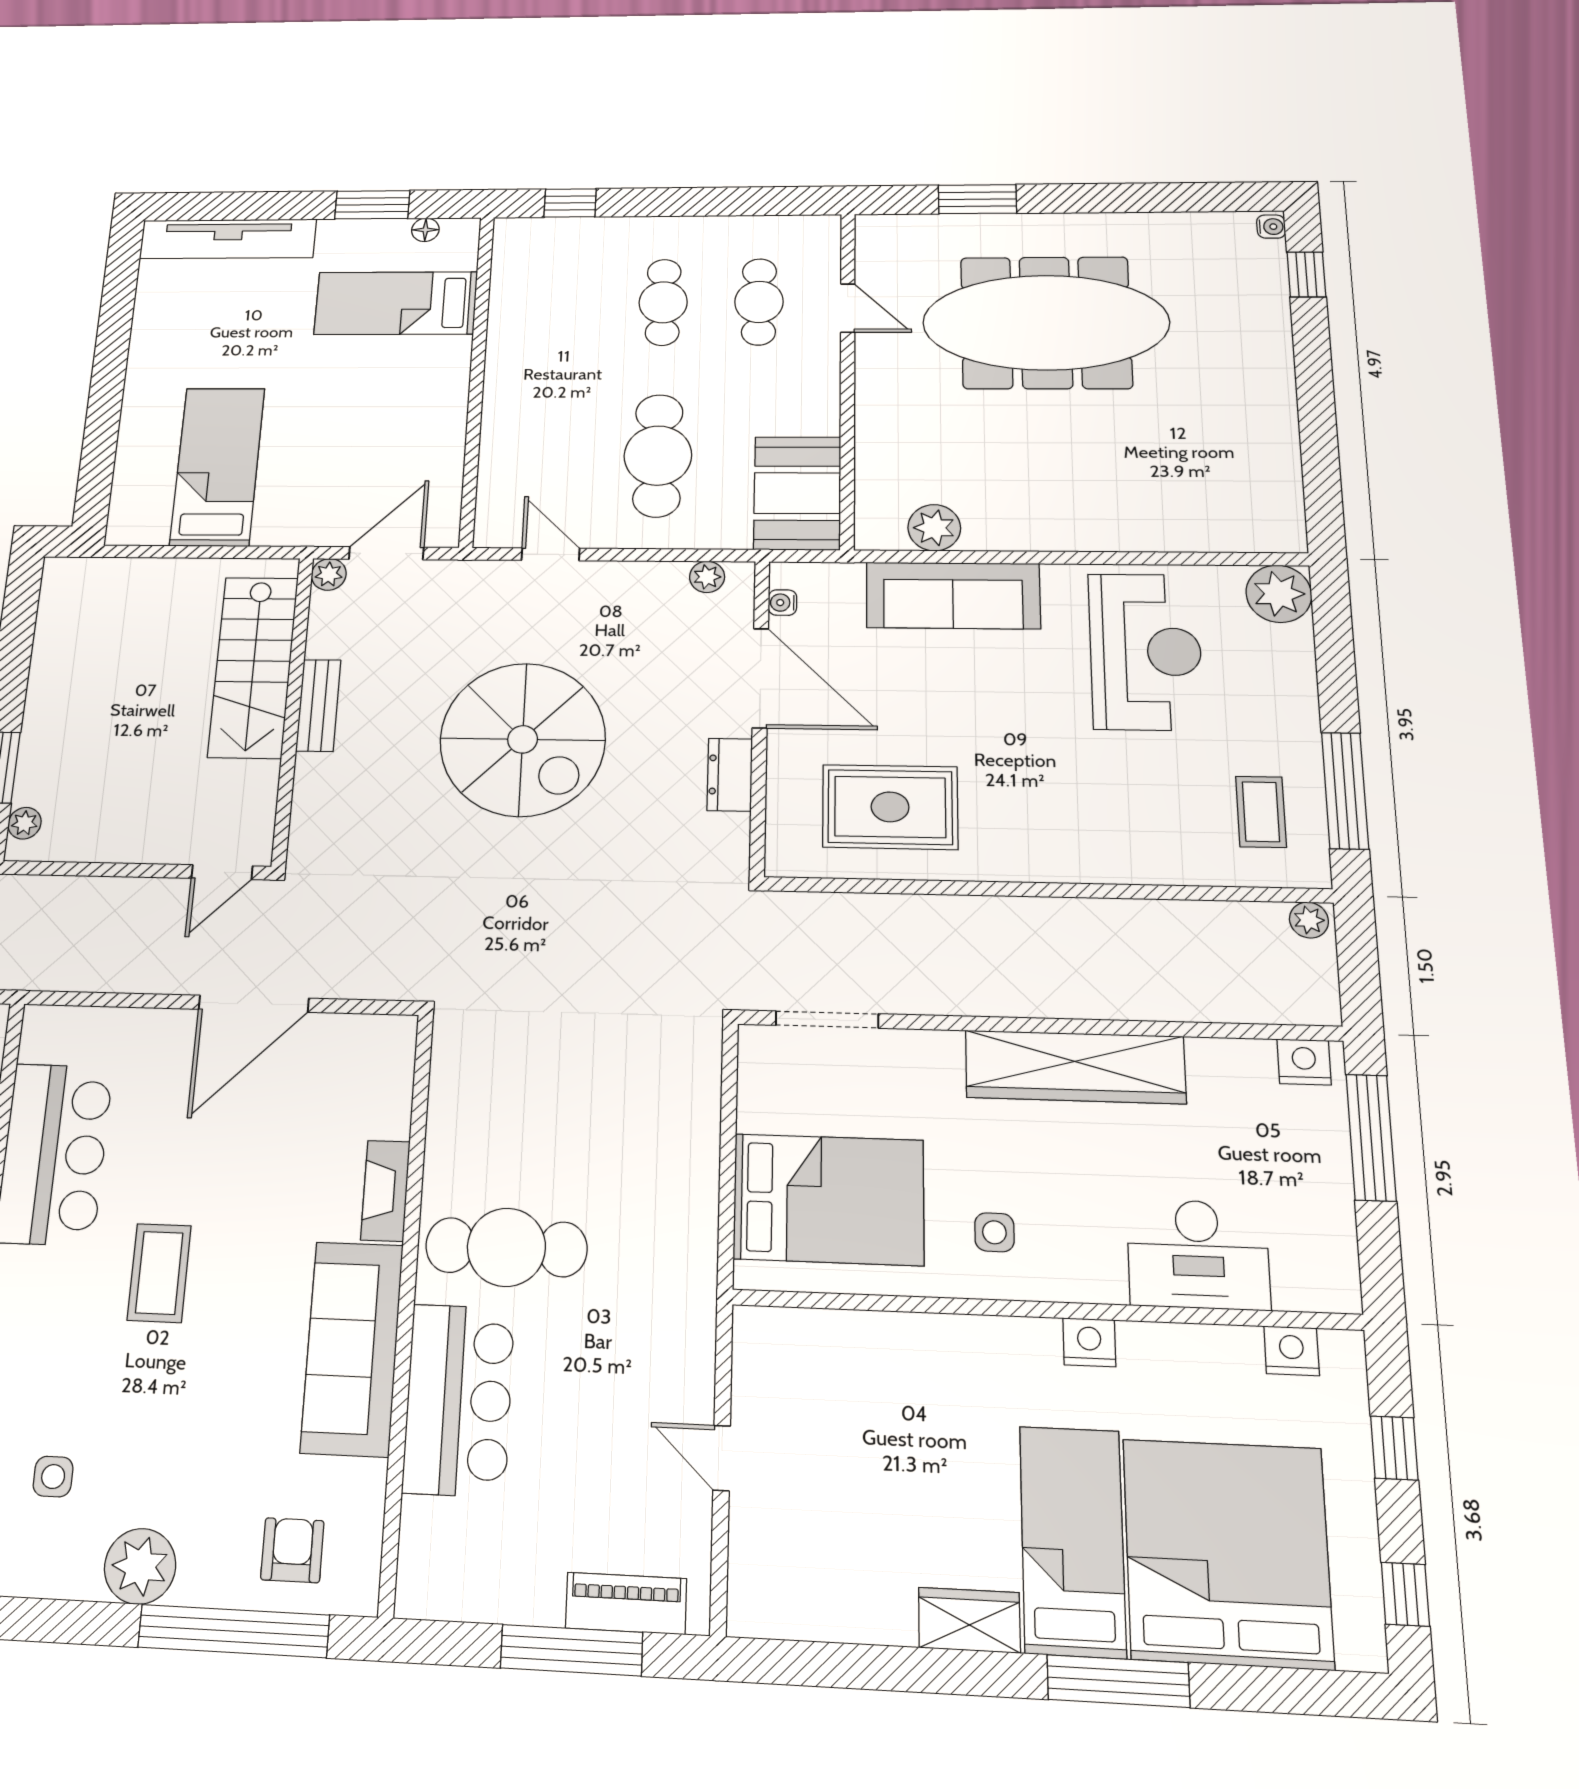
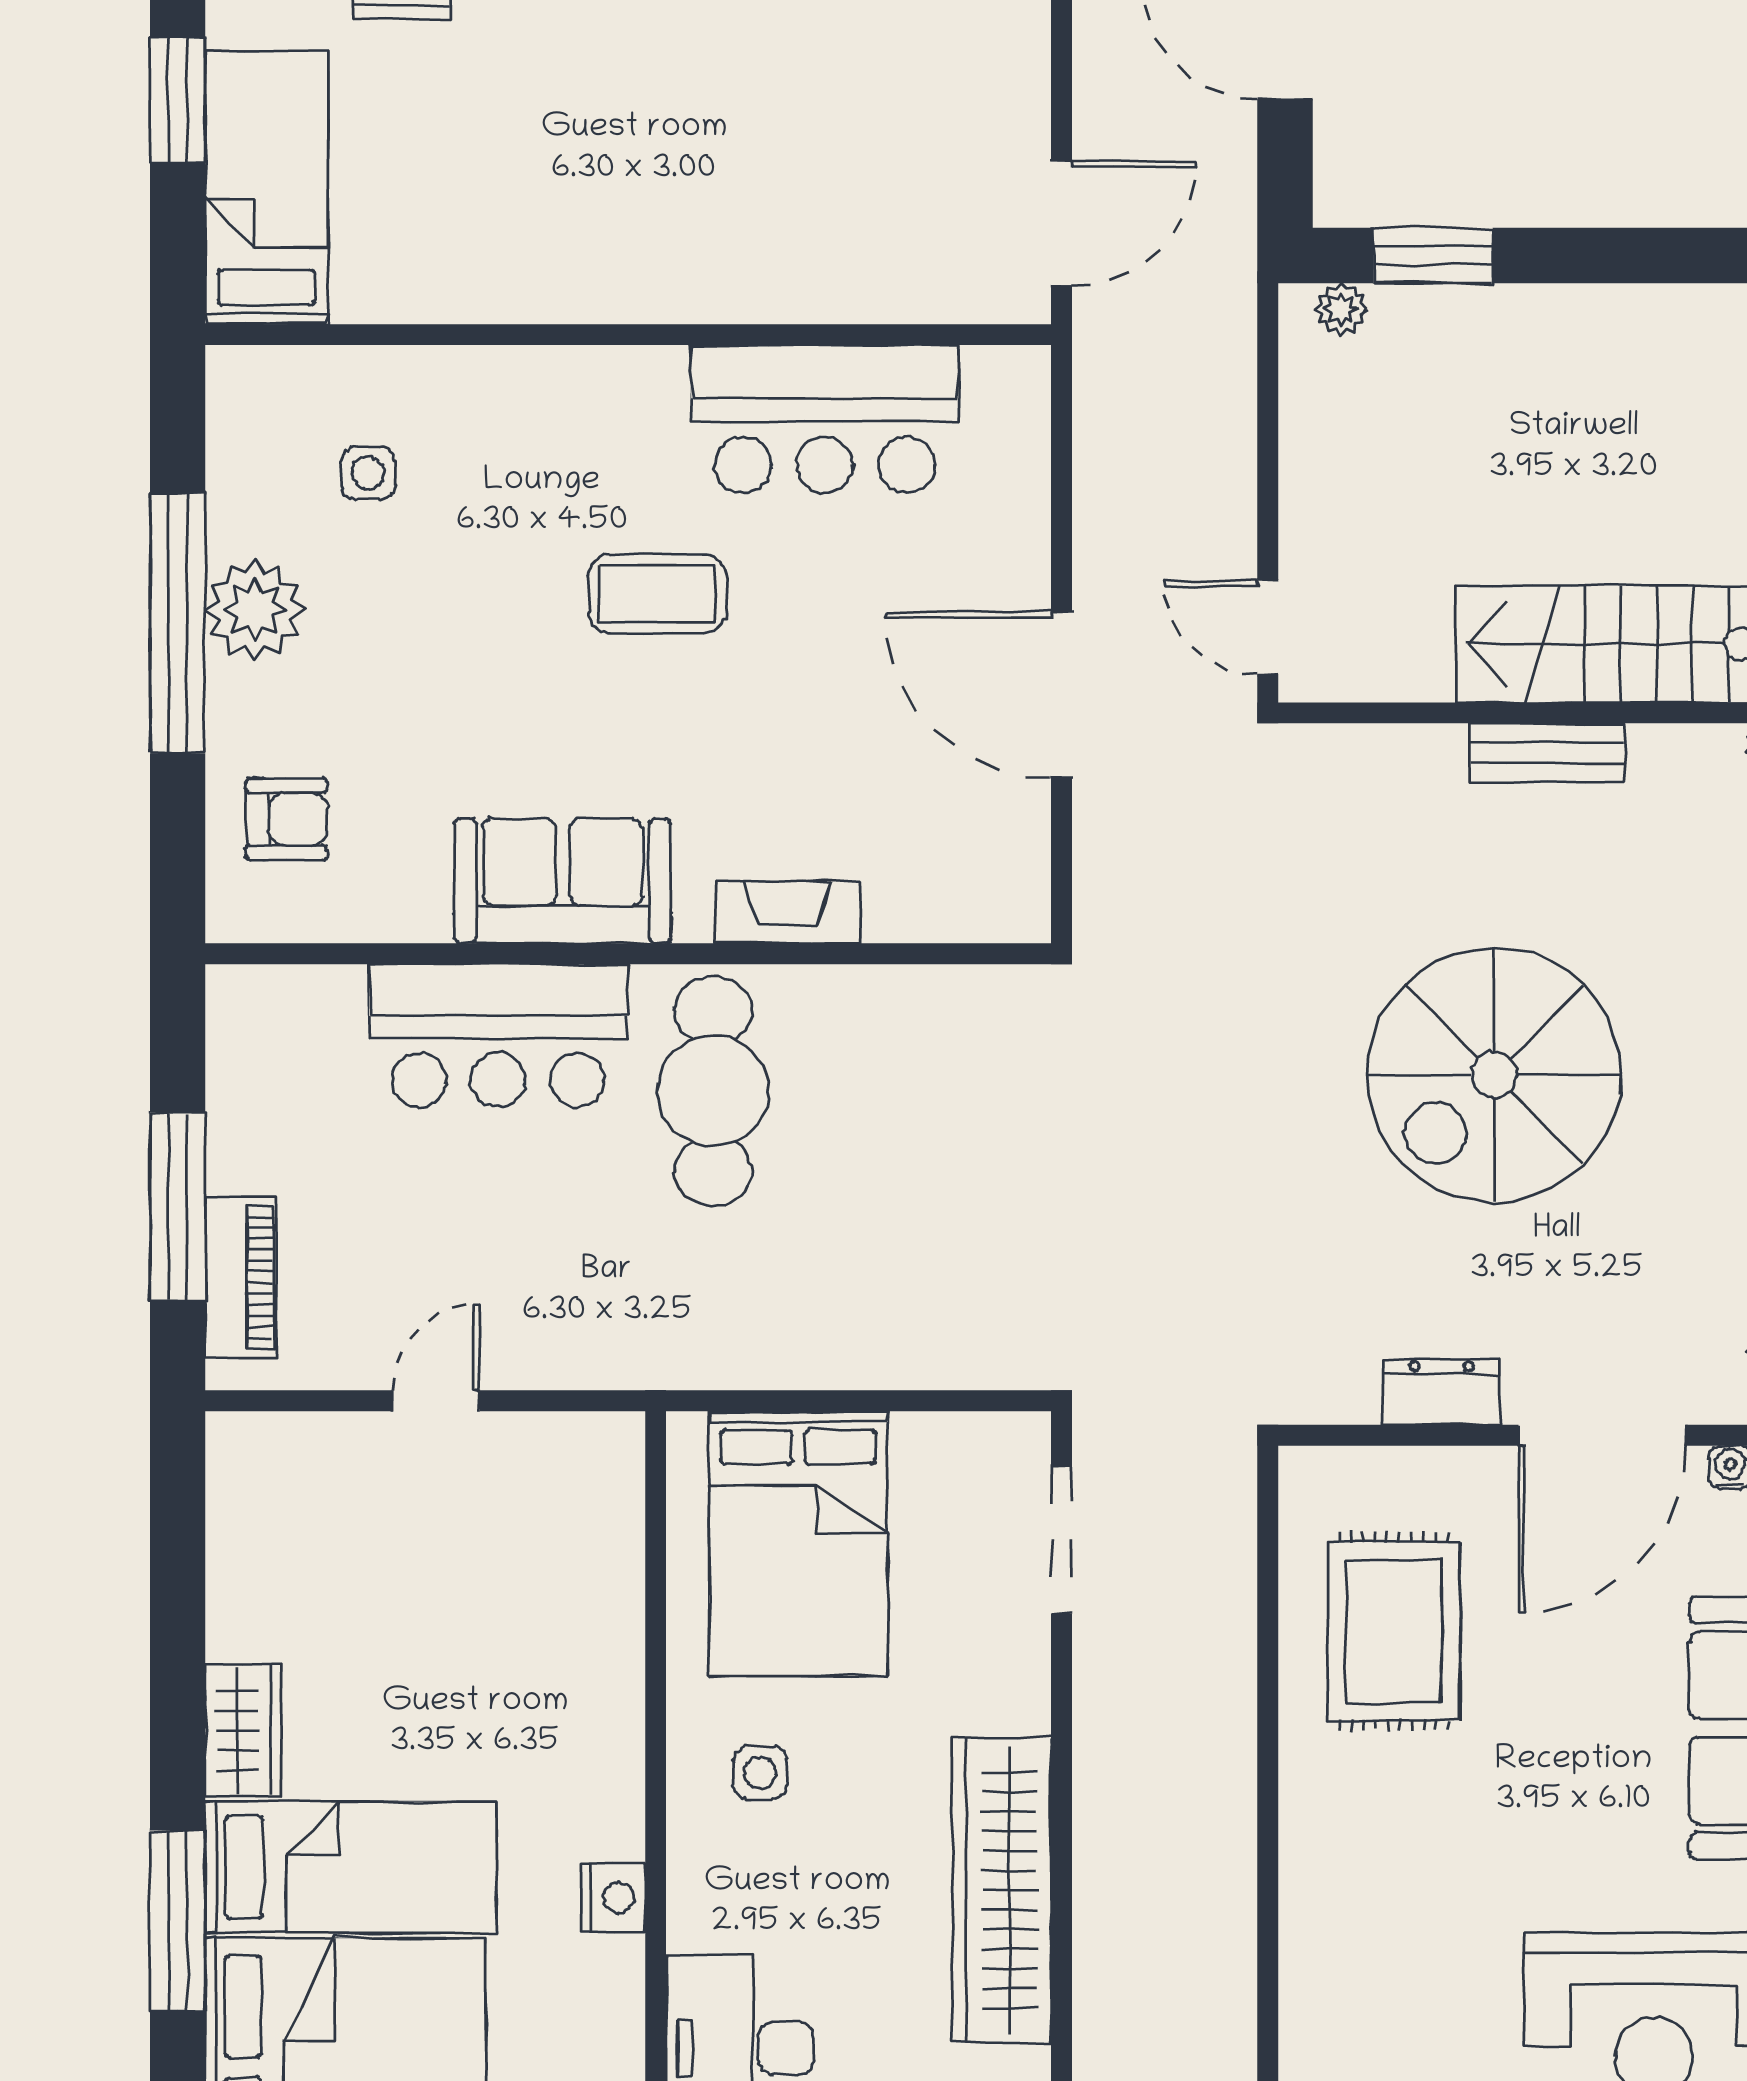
sofa: (352, 1348) -> (563, 881), width x0.73
window: (234, 1631) -> (178, 623), moved

